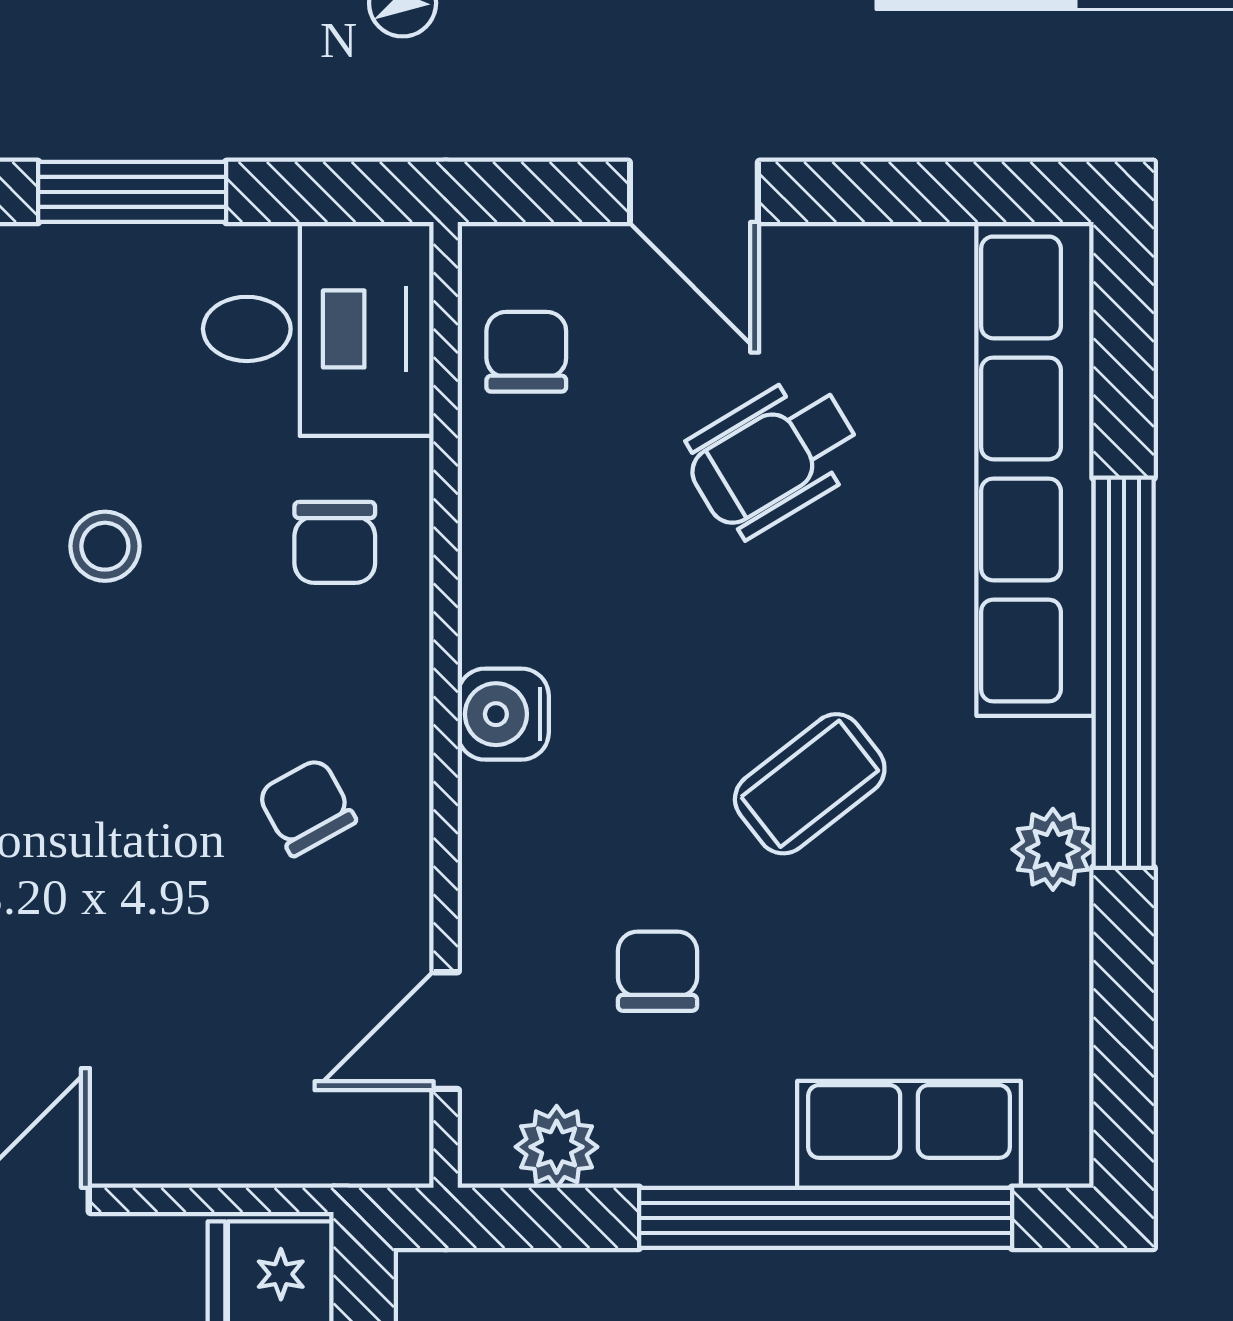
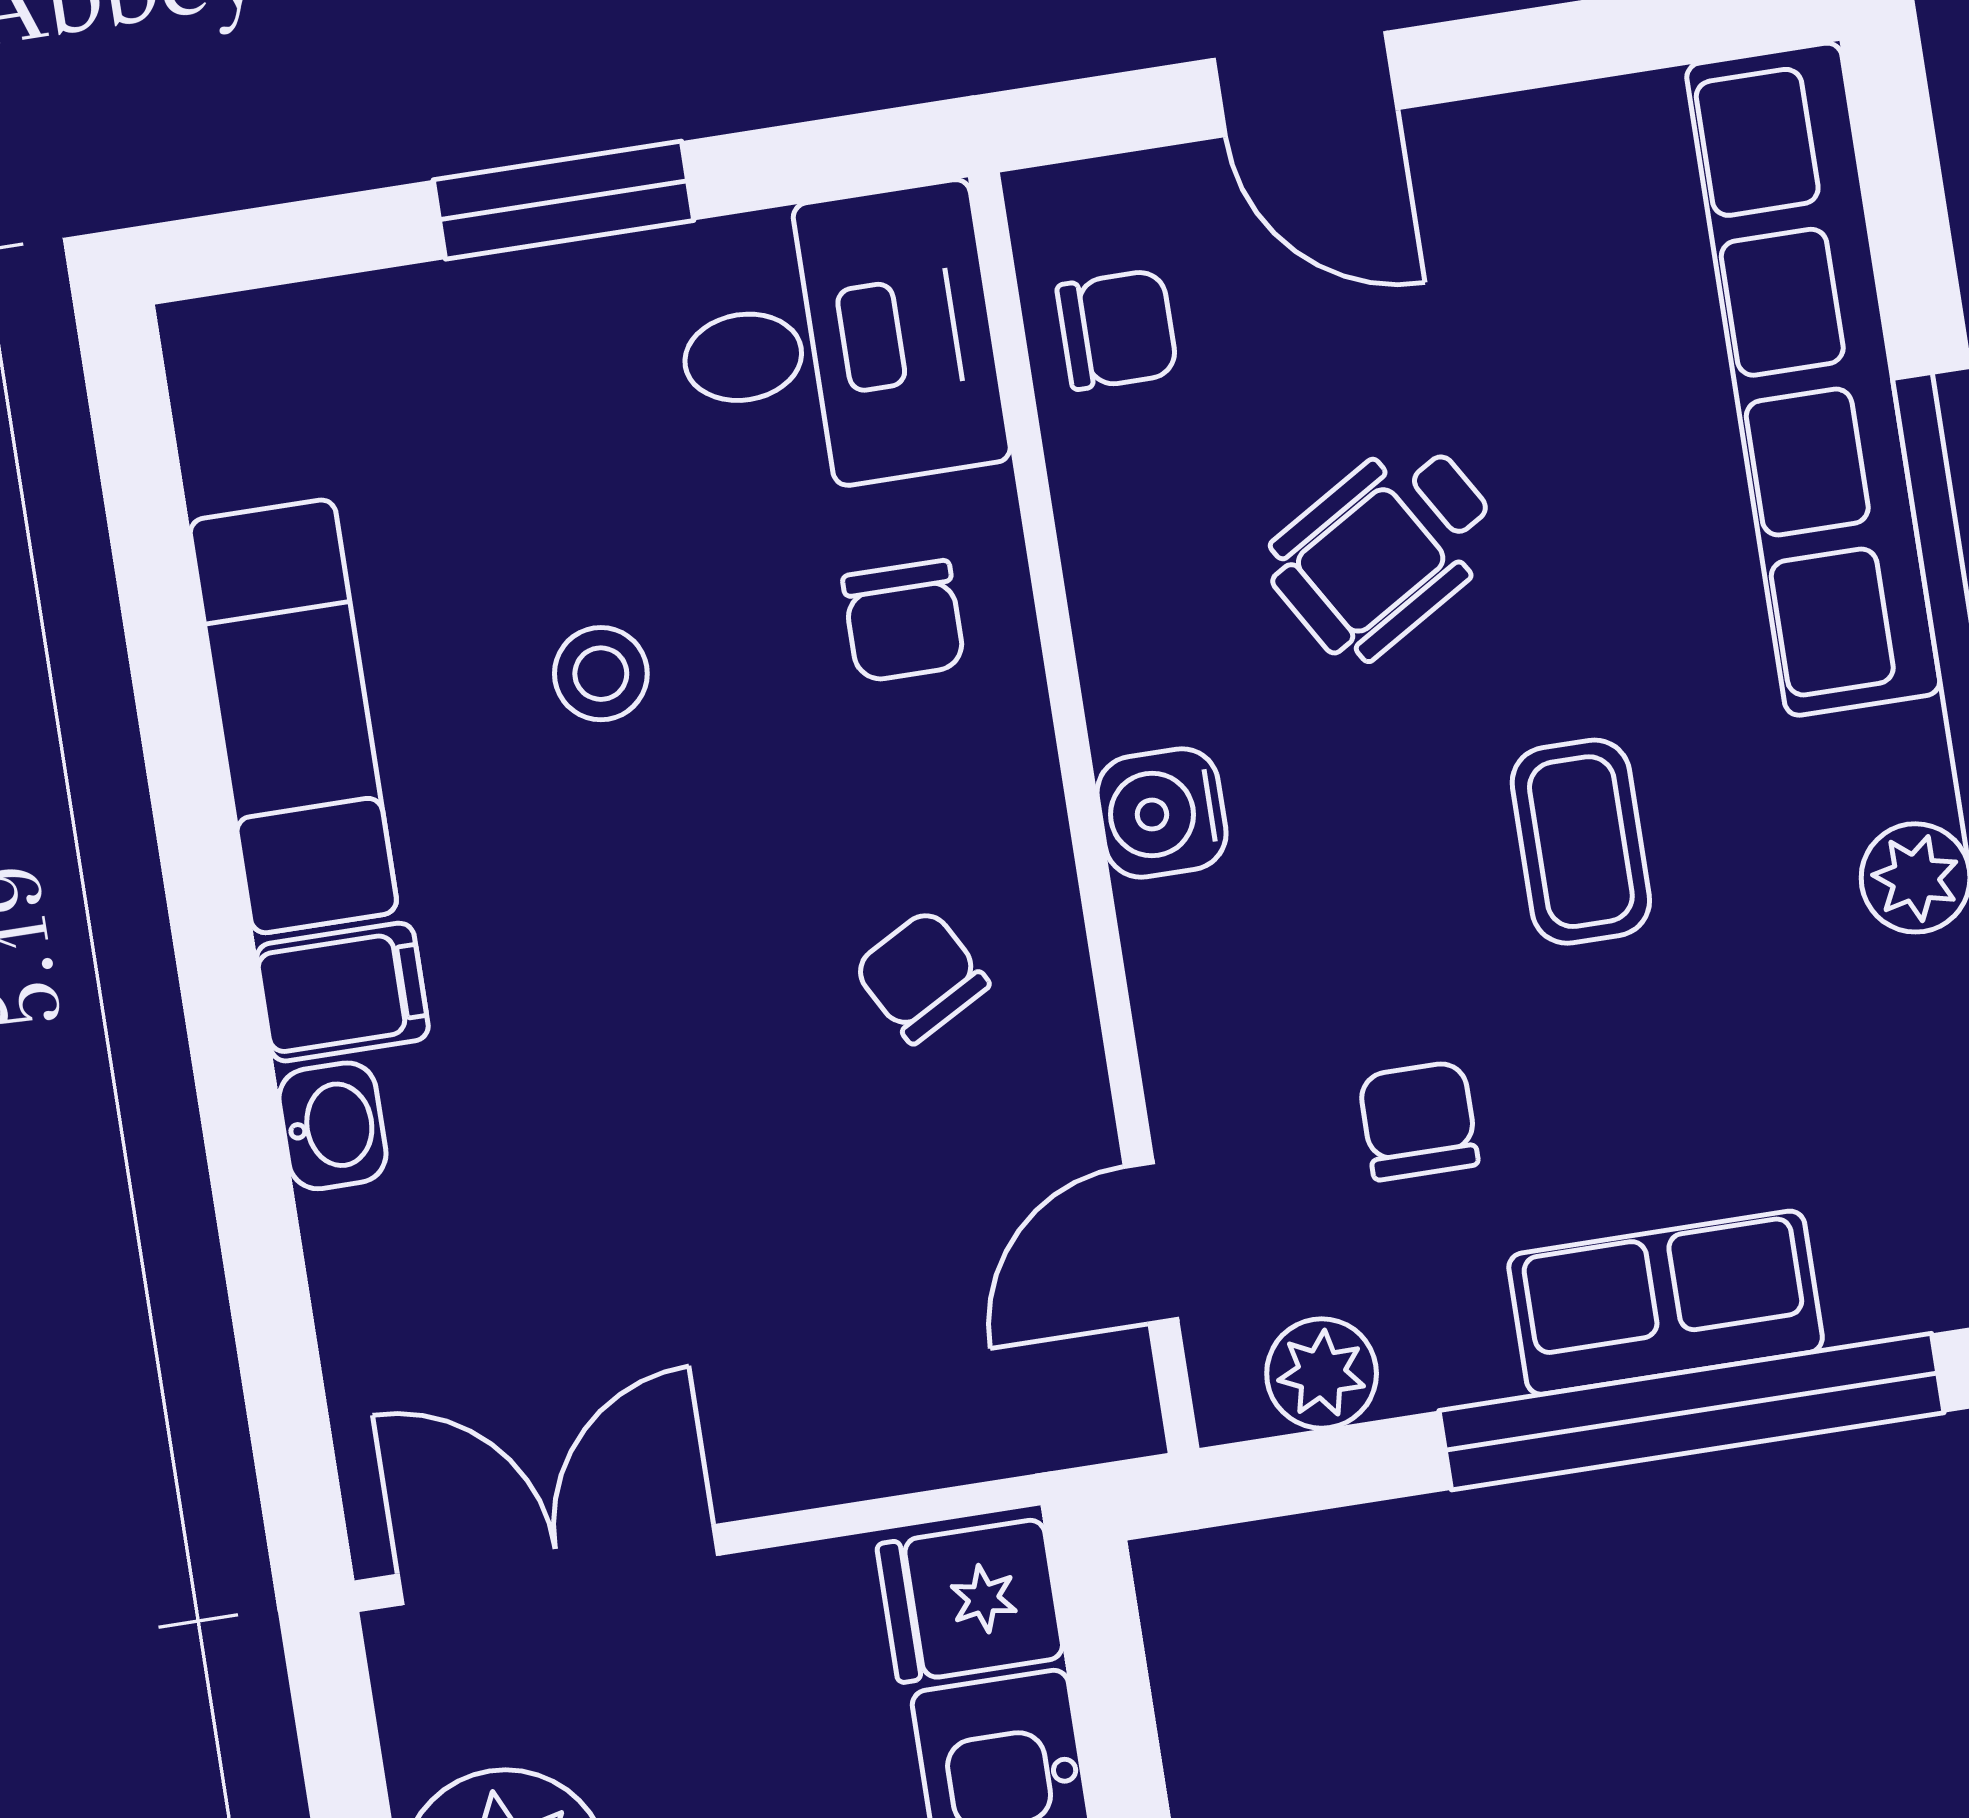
chair: (526, 352) -> (1117, 330), turned 90
wheelchair: (773, 456) -> (1384, 549), moved
coffee table: (810, 784) -> (1581, 842), turned -52
row of seats: (909, 1134) -> (1666, 1303), moved

